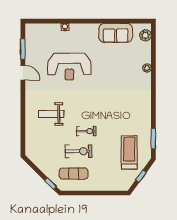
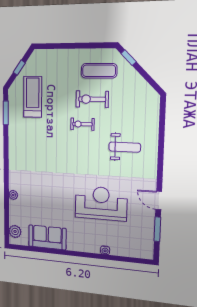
treadmill: (129, 152) -> (33, 97), turned 180

